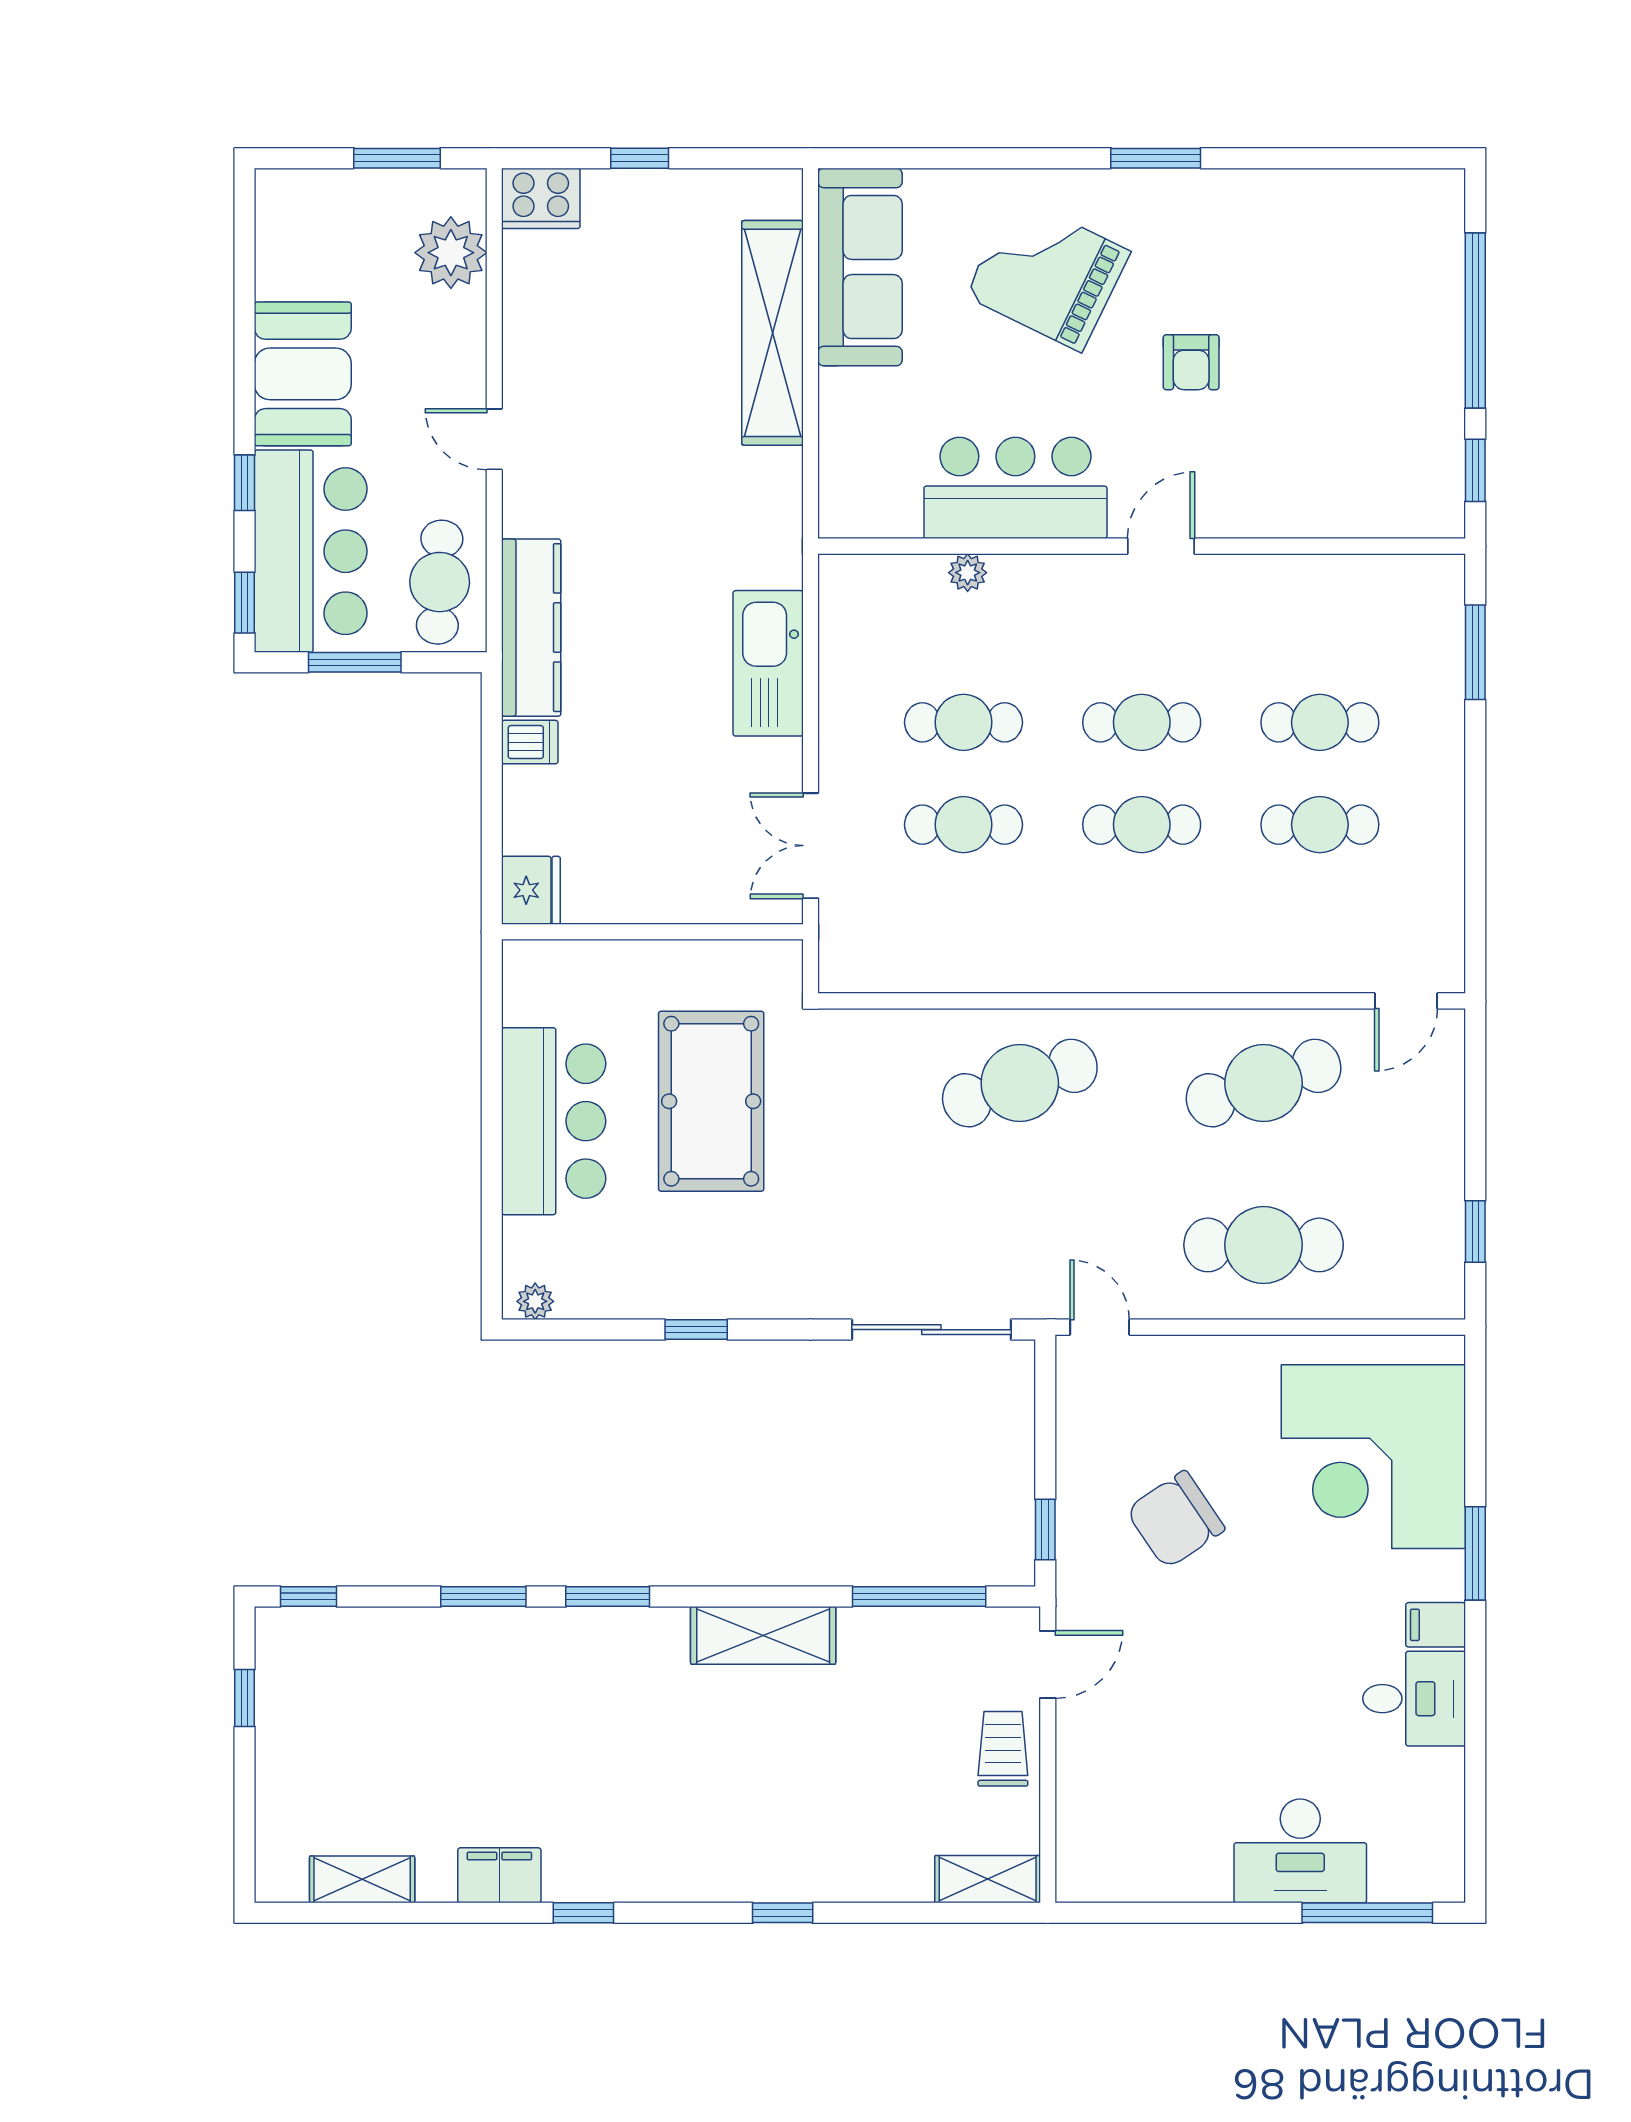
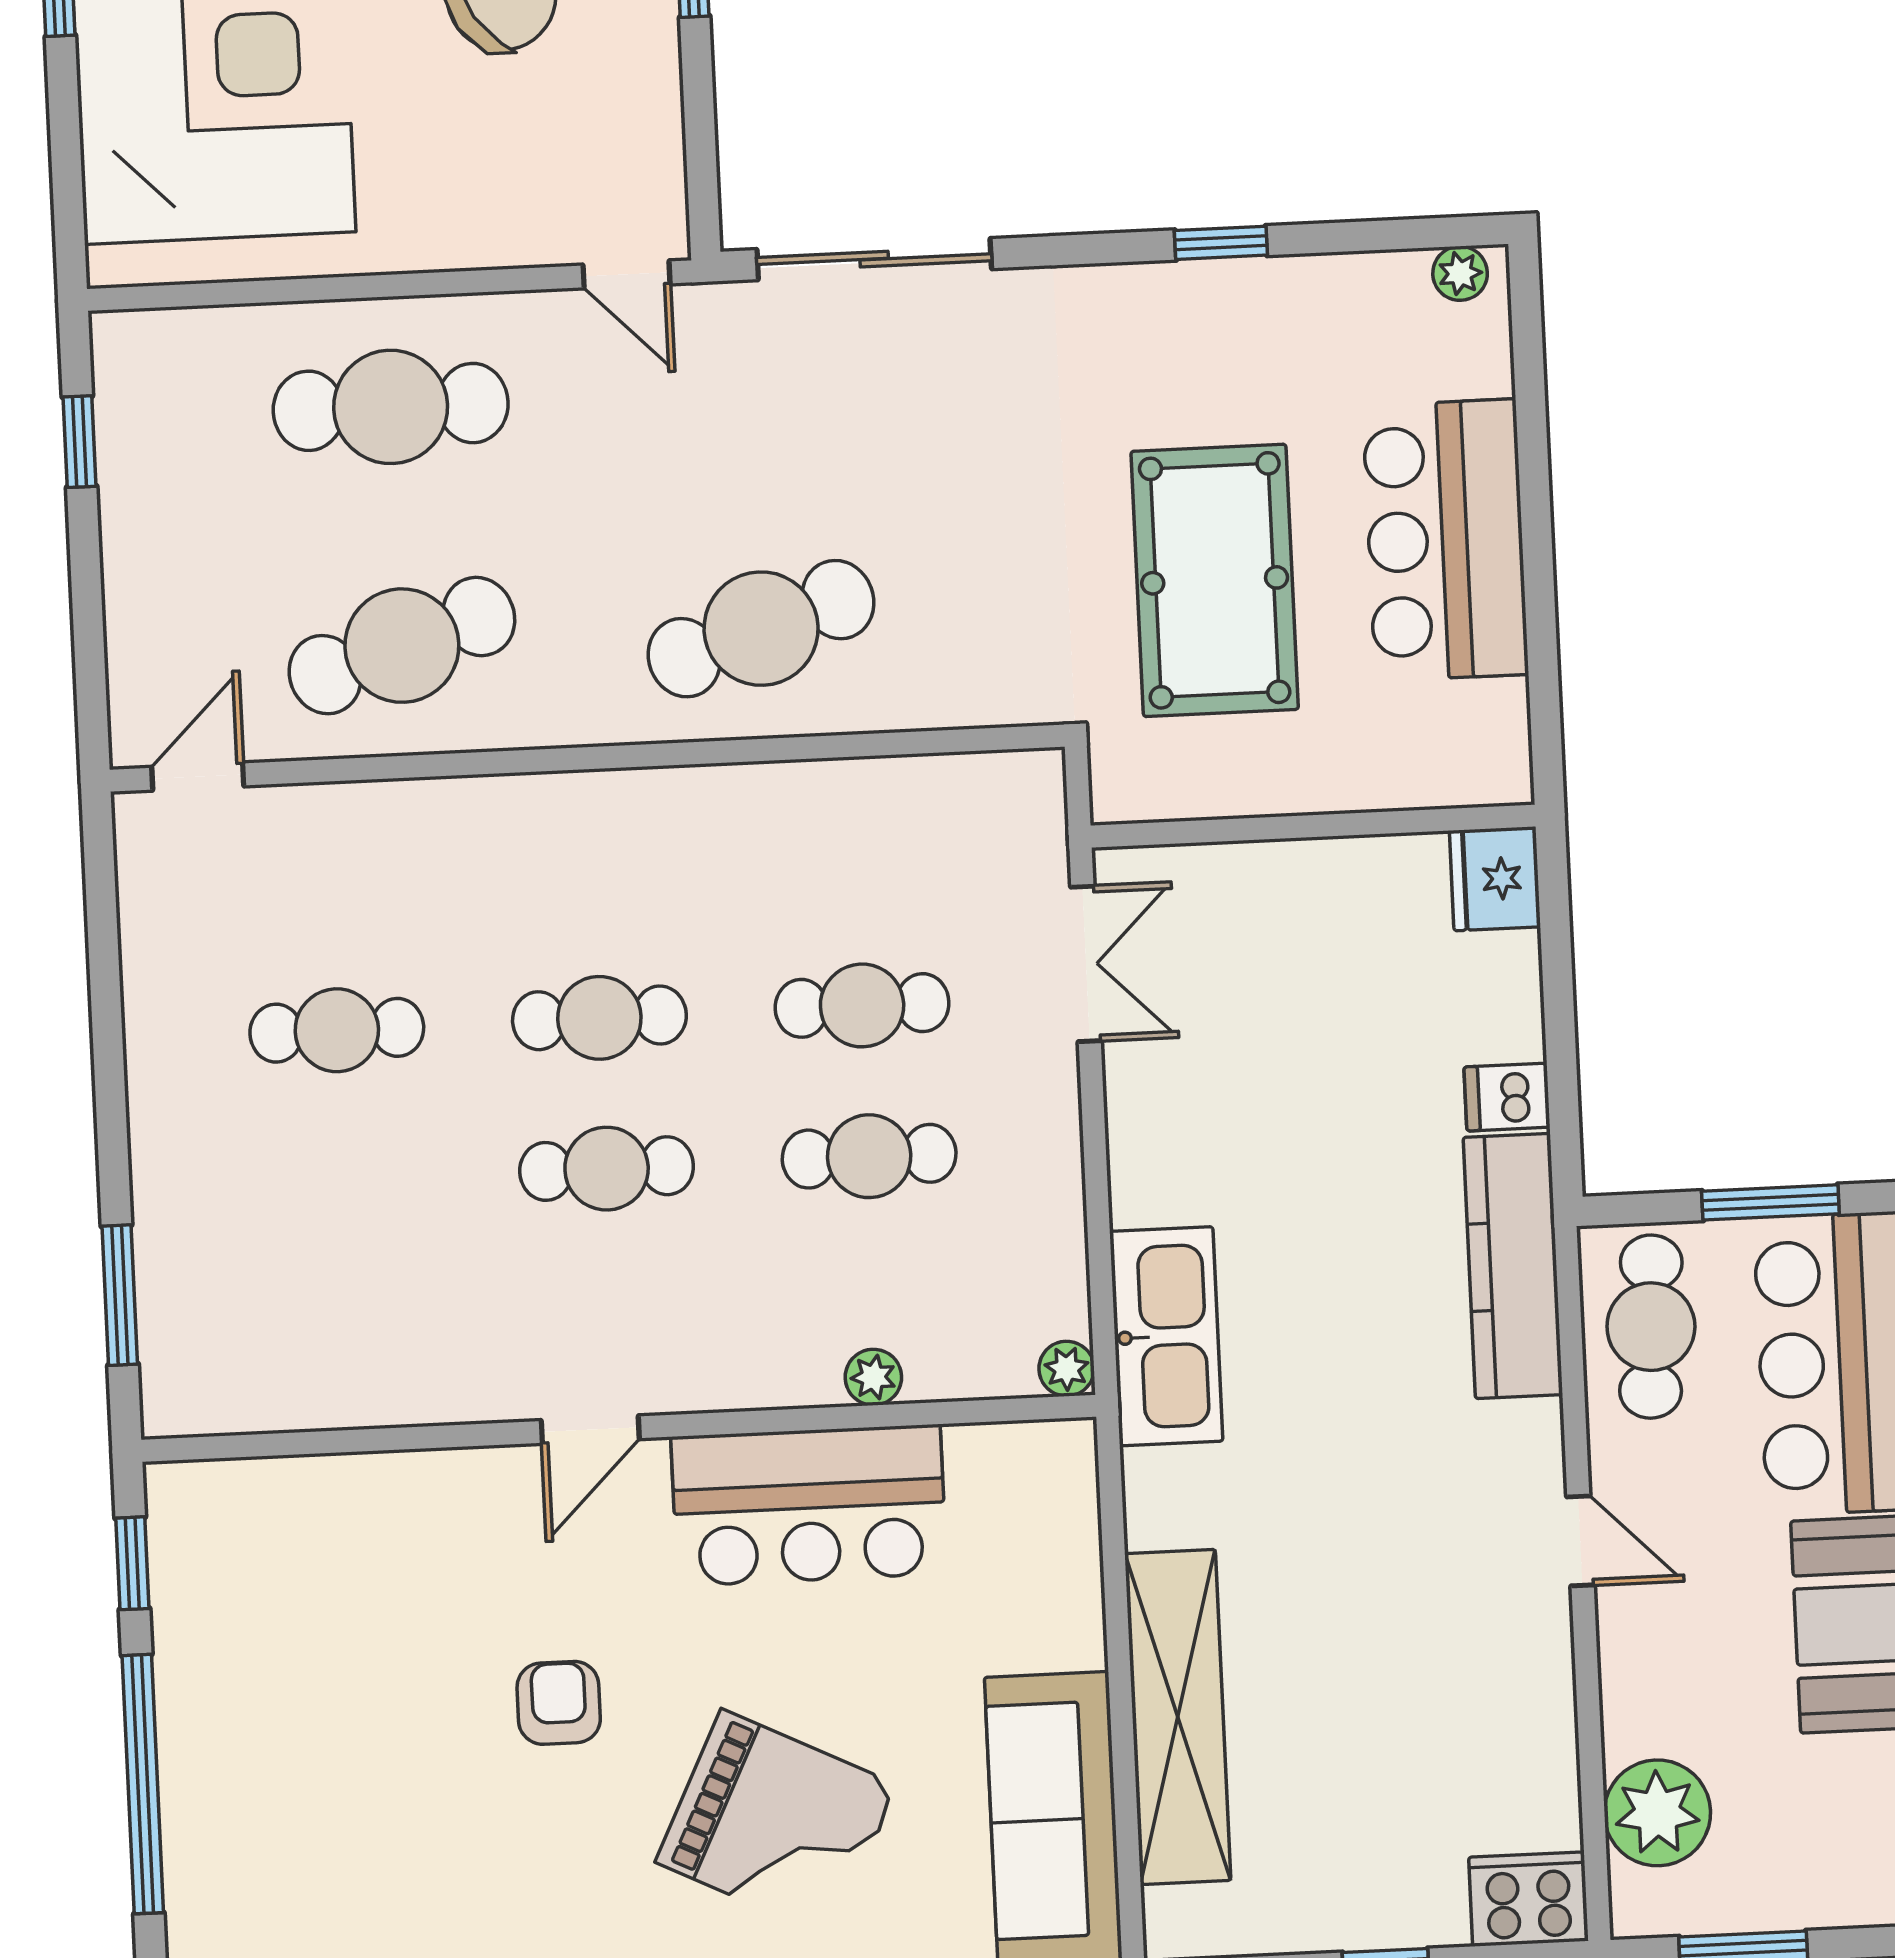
plant: (837, 572) -> (1067, 1369), added
kitchen sink: (768, 663) -> (1166, 1336), moved
cafe table: (1320, 722) -> (344, 1181), removed

